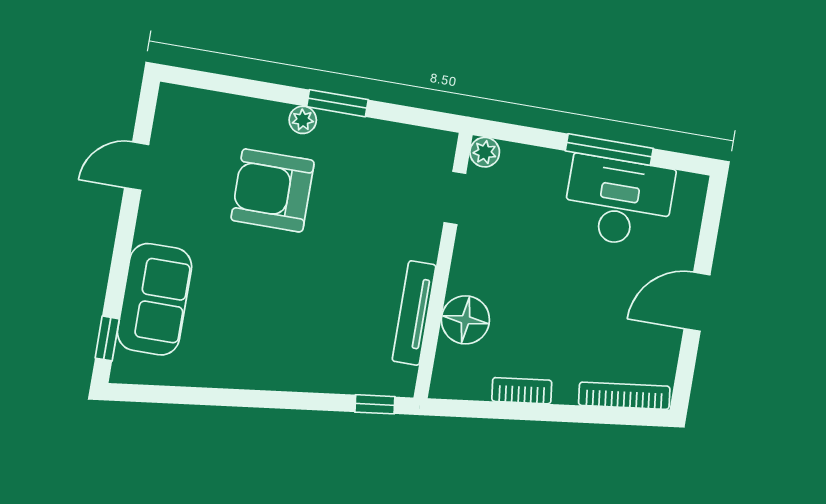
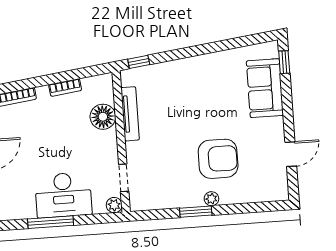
desk: (618, 202) -> (63, 195), moved

